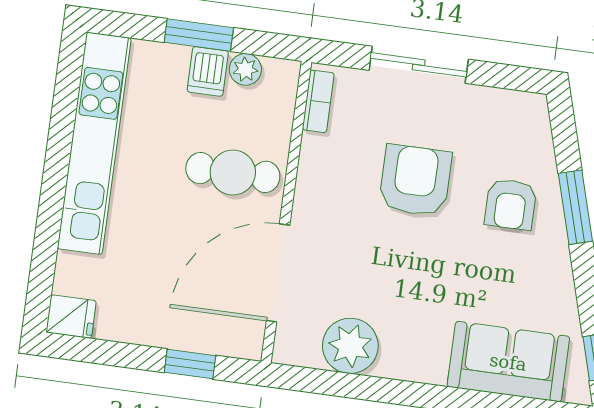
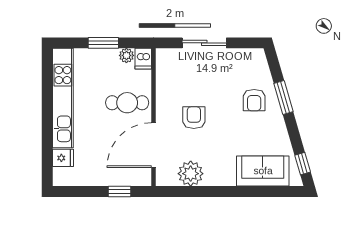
dishwasher: (208, 71) -> (143, 59), moved
bookcase: (318, 101) -> (161, 65), removed
armchair: (415, 180) -> (194, 118), moved, width x0.72, depth x0.72
fridge: (71, 317) -> (63, 158), moved

